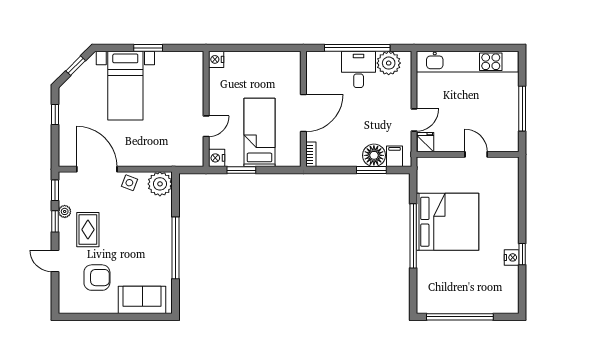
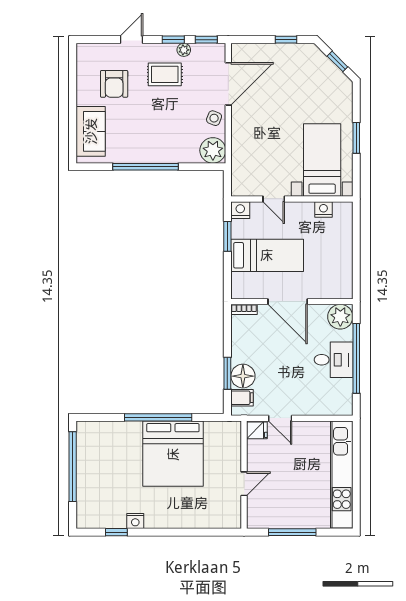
nightstand: (216, 59) -> (323, 210), moved
plant: (389, 63) -> (340, 317), moved
bed with nightstands: (125, 86) -> (322, 160), moved, turned 90
window: (522, 254) -> (116, 532), moved

